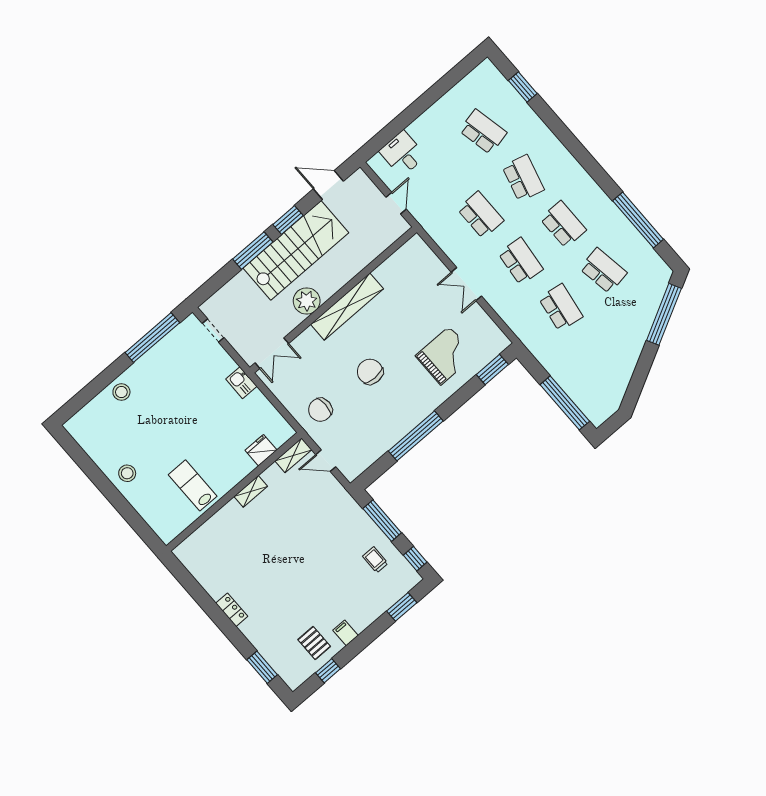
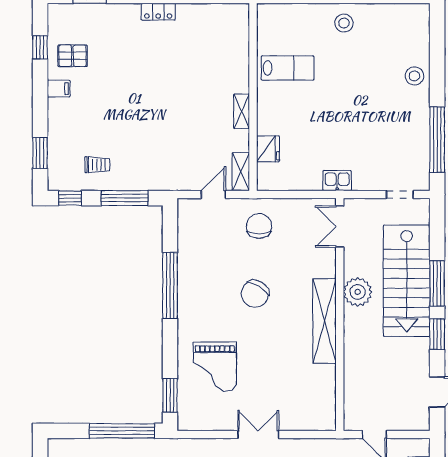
stairs: (296, 250) -> (407, 281), moved
chair: (370, 372) -> (255, 294), turned 121
window: (565, 403) -> (122, 431), moved

